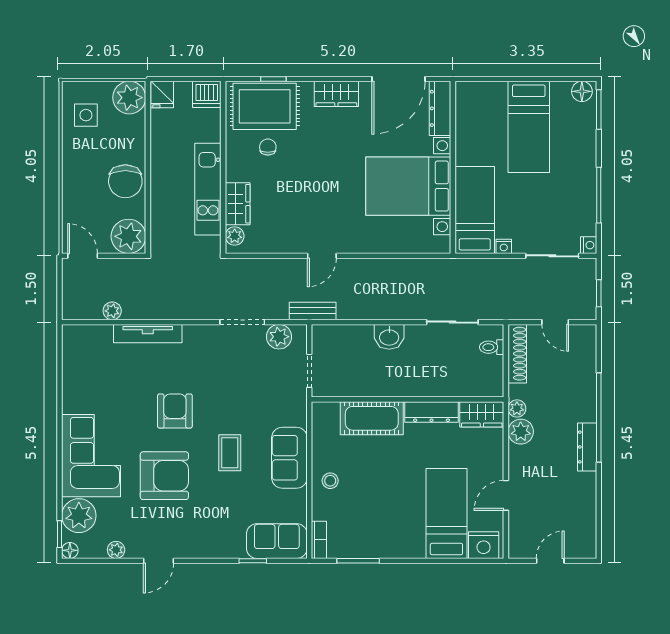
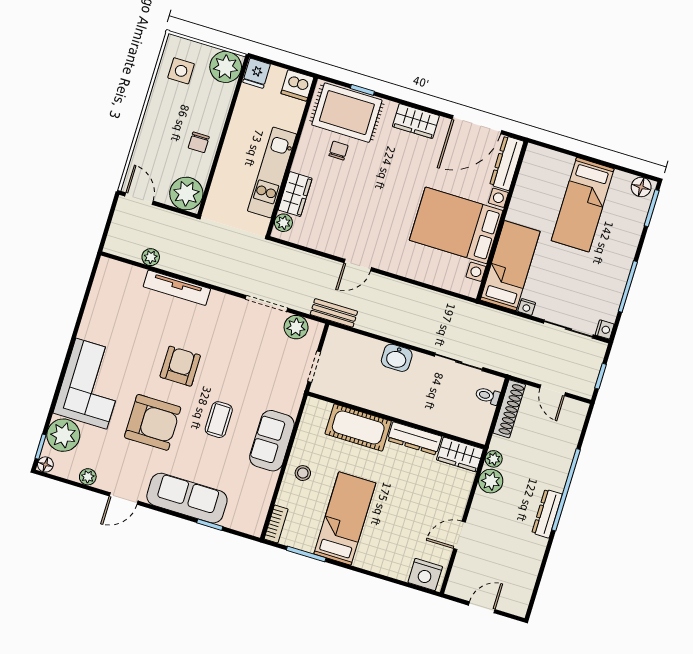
chair: (125, 181) -> (199, 142), width x0.54, depth x0.54
bed: (446, 513) -> (345, 518), moved
sofa: (277, 541) -> (187, 498), moved, width x1.36

